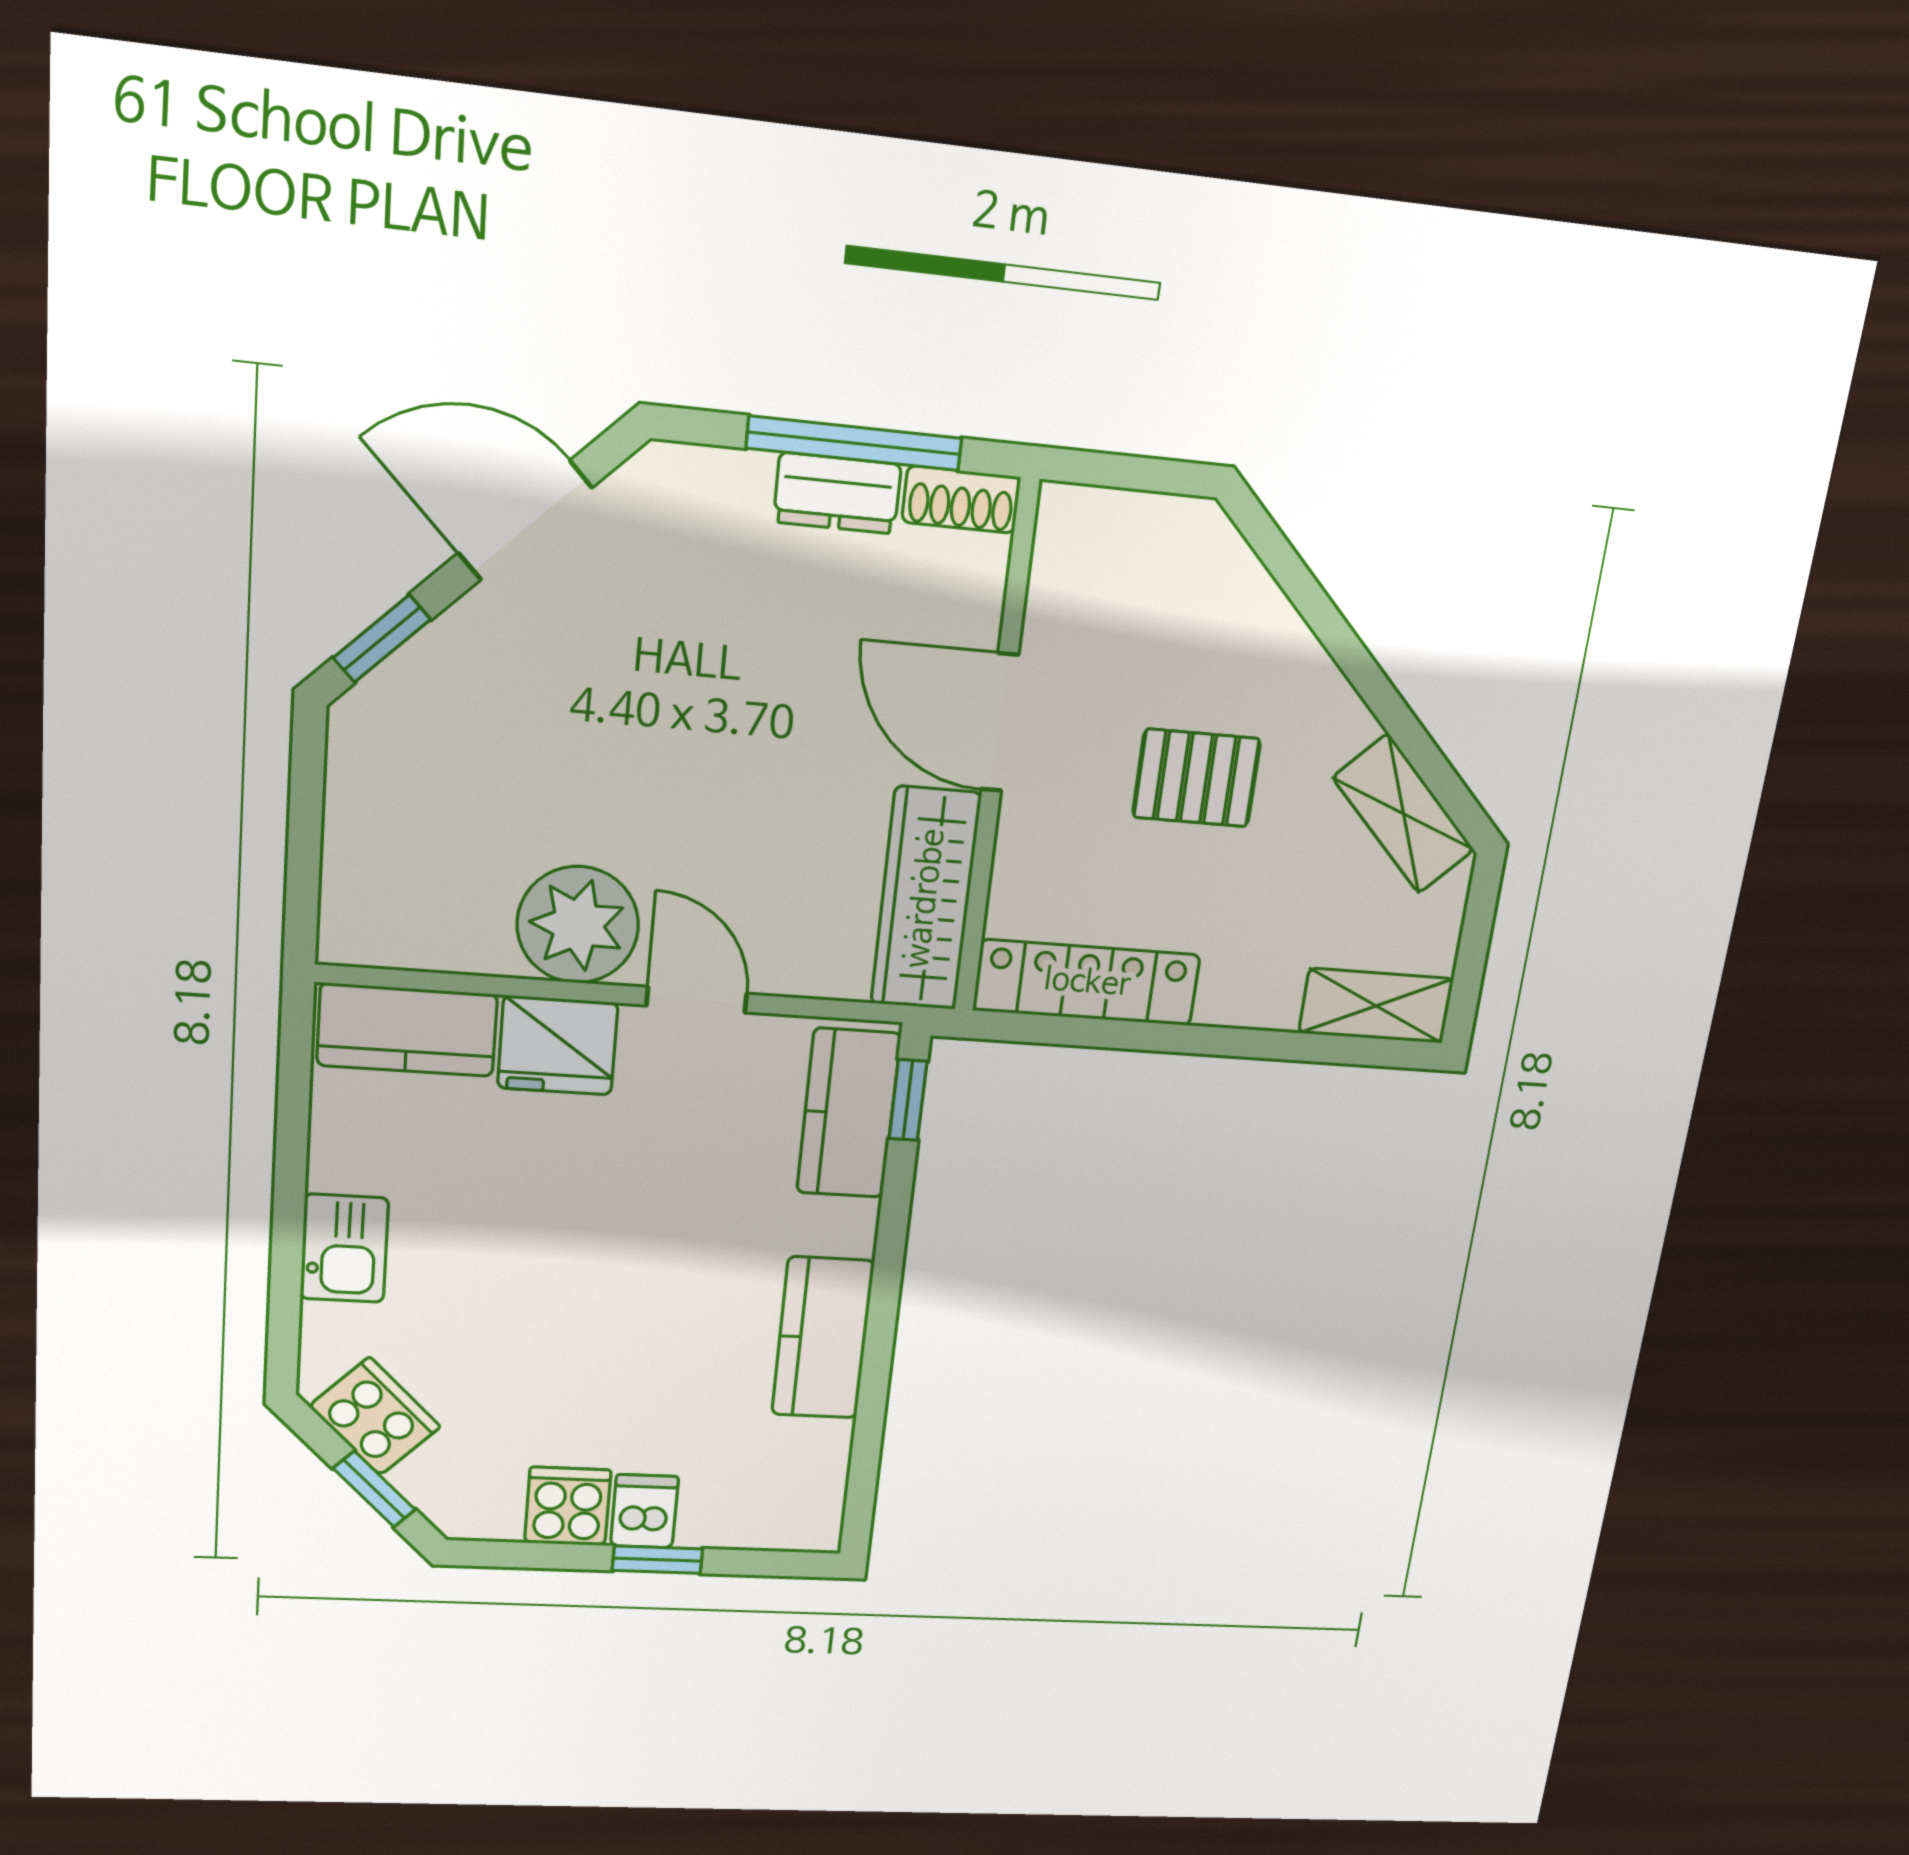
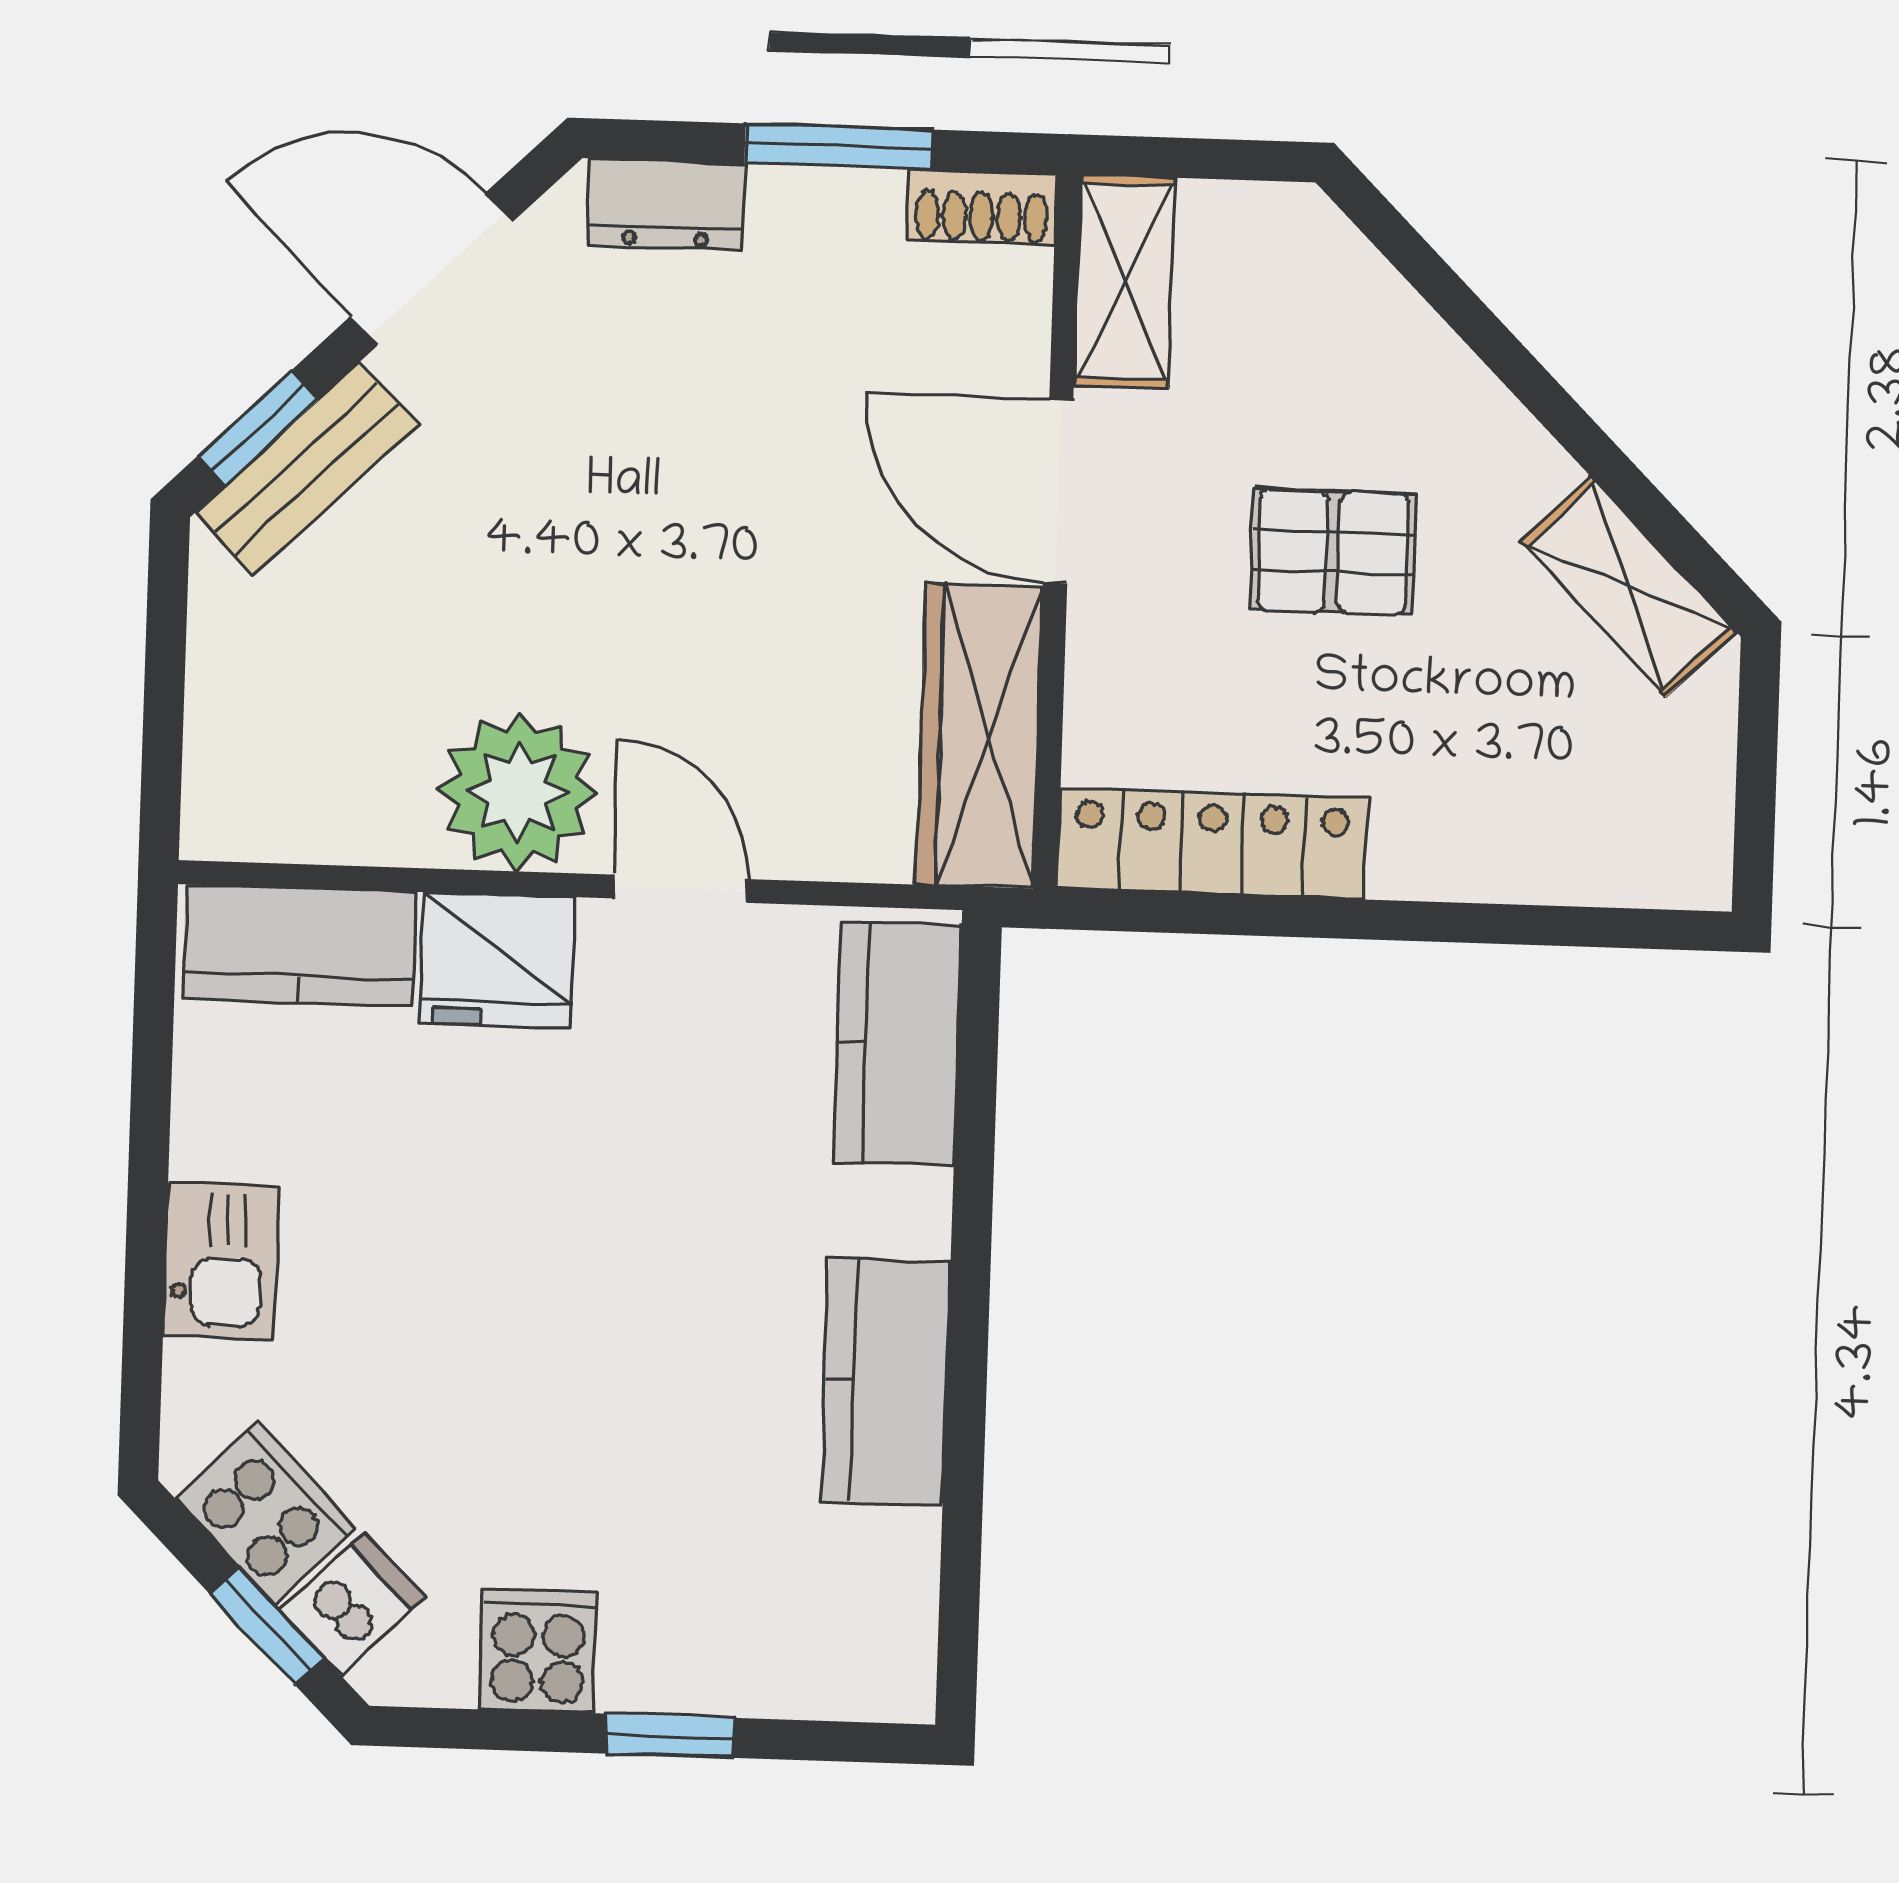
window: (854, 443) -> (839, 147), width x0.69
dresser: (837, 493) -> (666, 205), moved
bench: (421, 673) -> (307, 468), added
shelving: (1376, 1006) -> (1125, 281), moved, turned 90
window: (908, 1100) -> (979, 1022), removed
dishwasher: (644, 1511) -> (352, 1604), moved, turned 45

